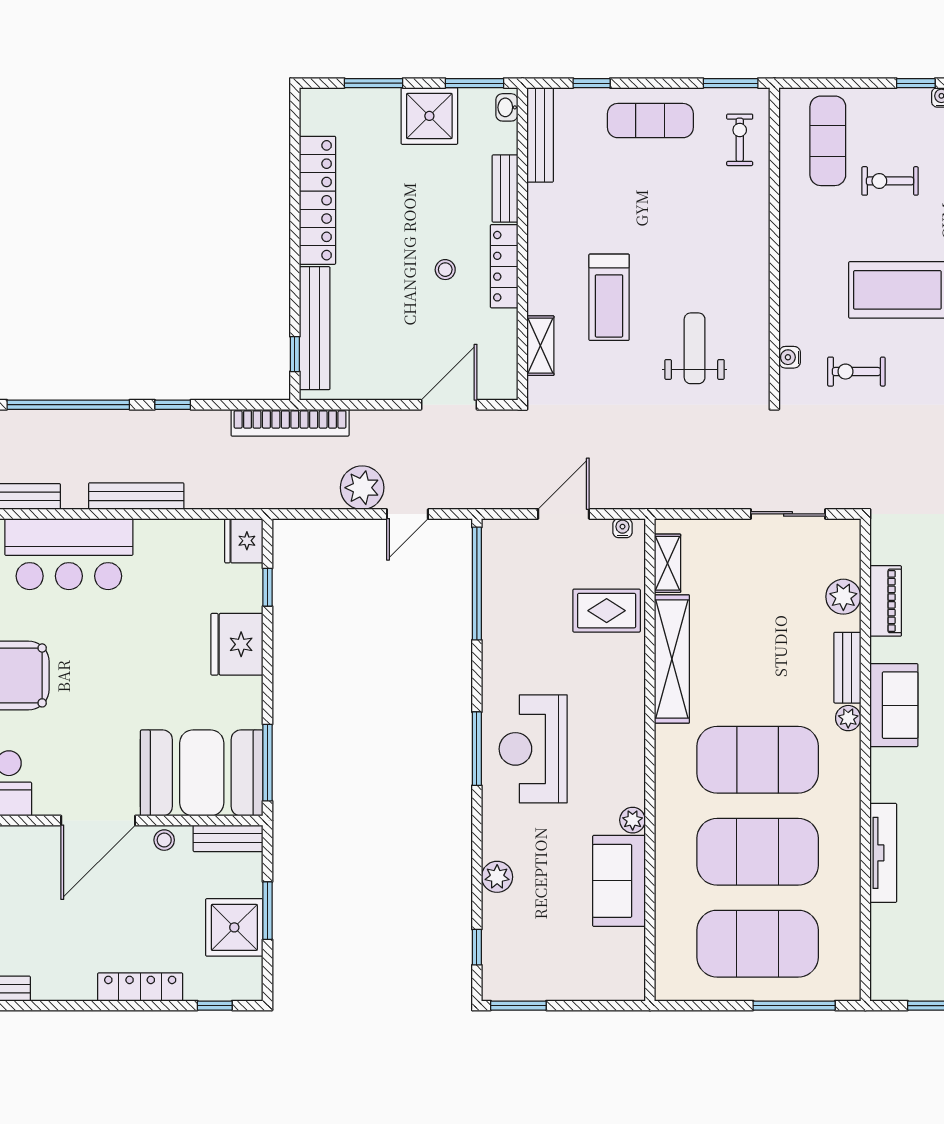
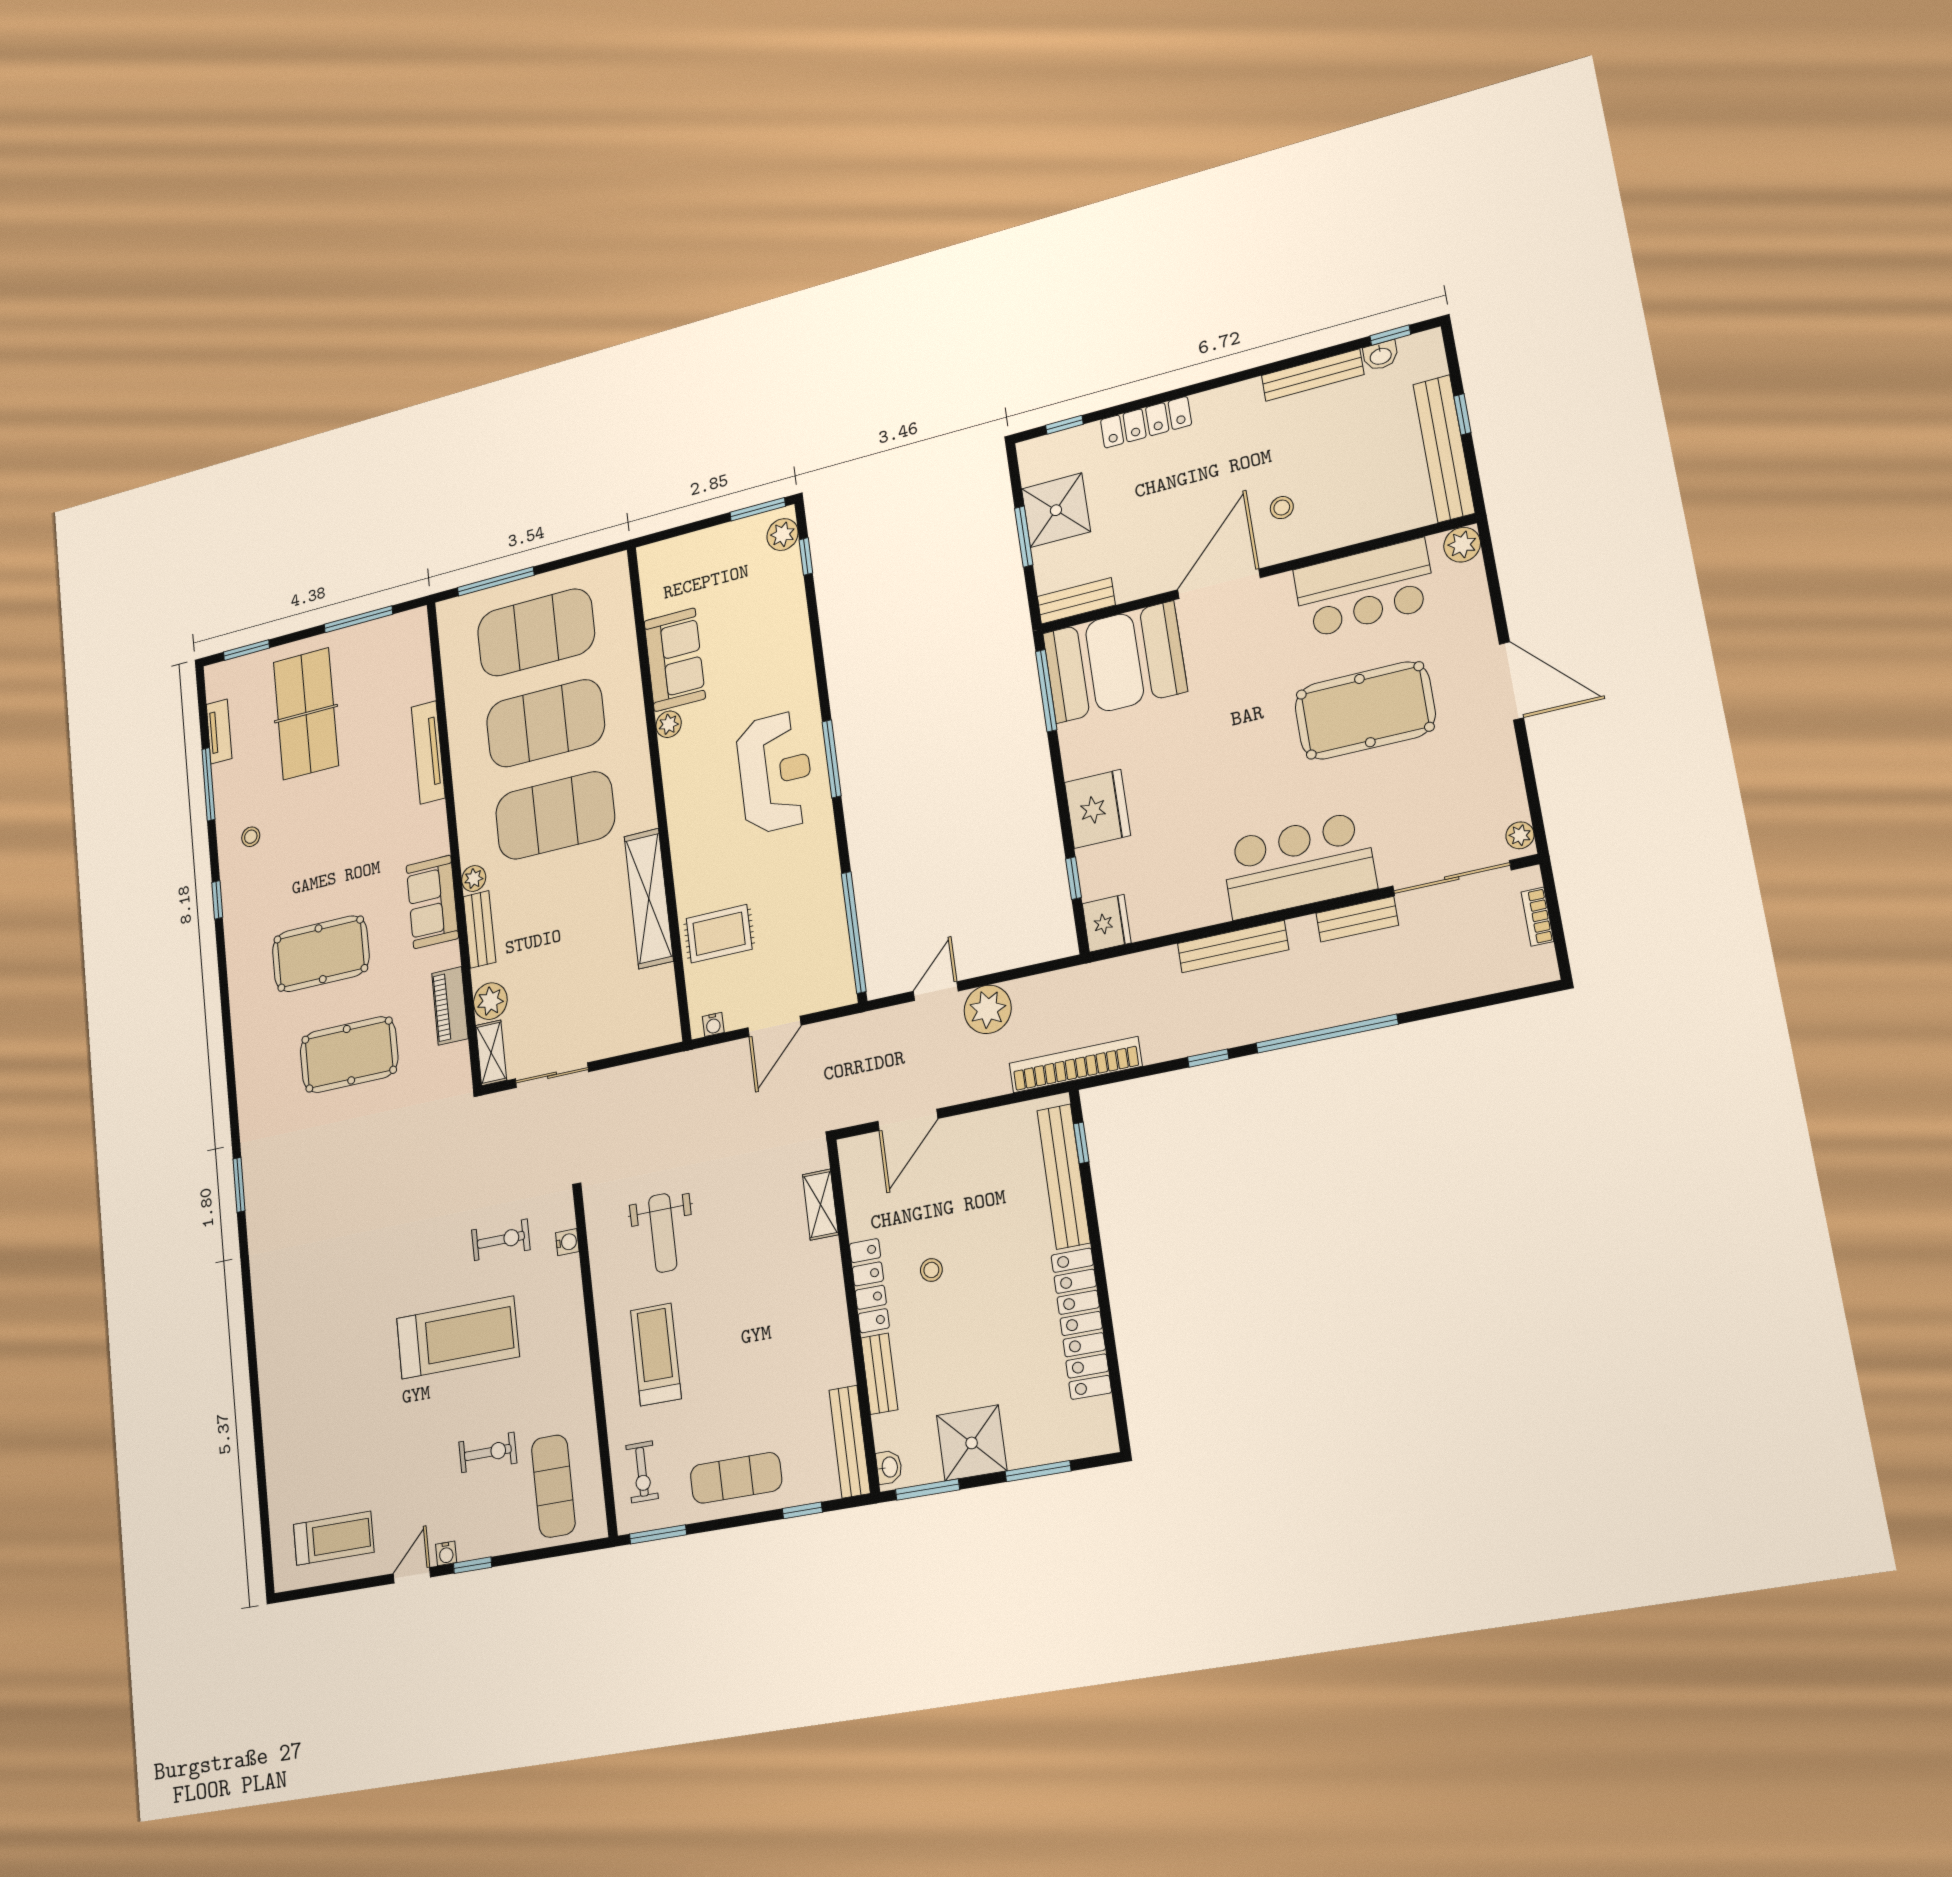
treadmill: (609, 297) -> (656, 1354), moved
shelving: (668, 563) -> (491, 1053), moved
stool: (164, 840) -> (1282, 508), moved
plant: (497, 877) -> (783, 535), moved

